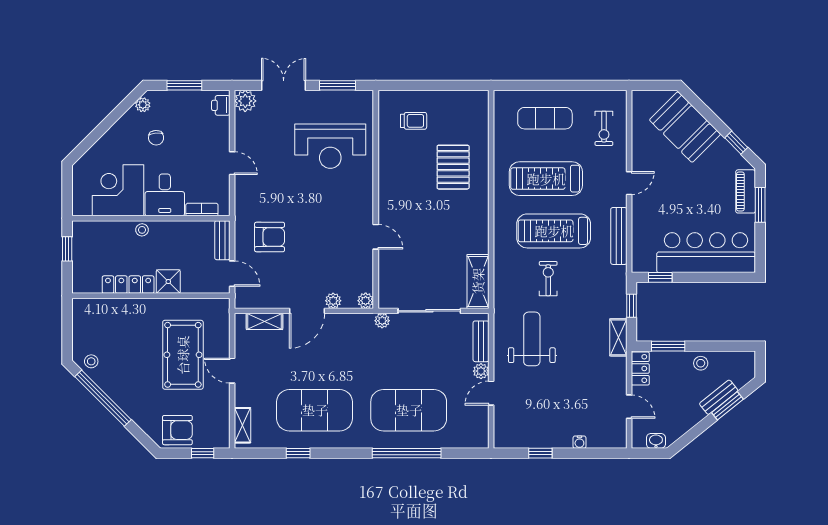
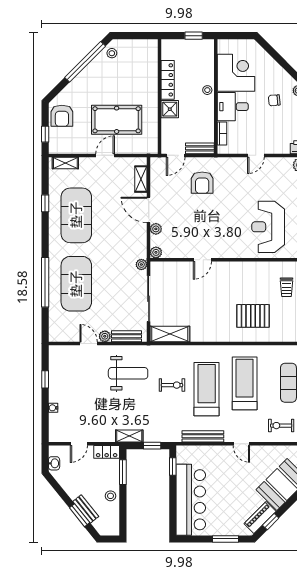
piano: (746, 191) -> (260, 518), moved, turned -45

